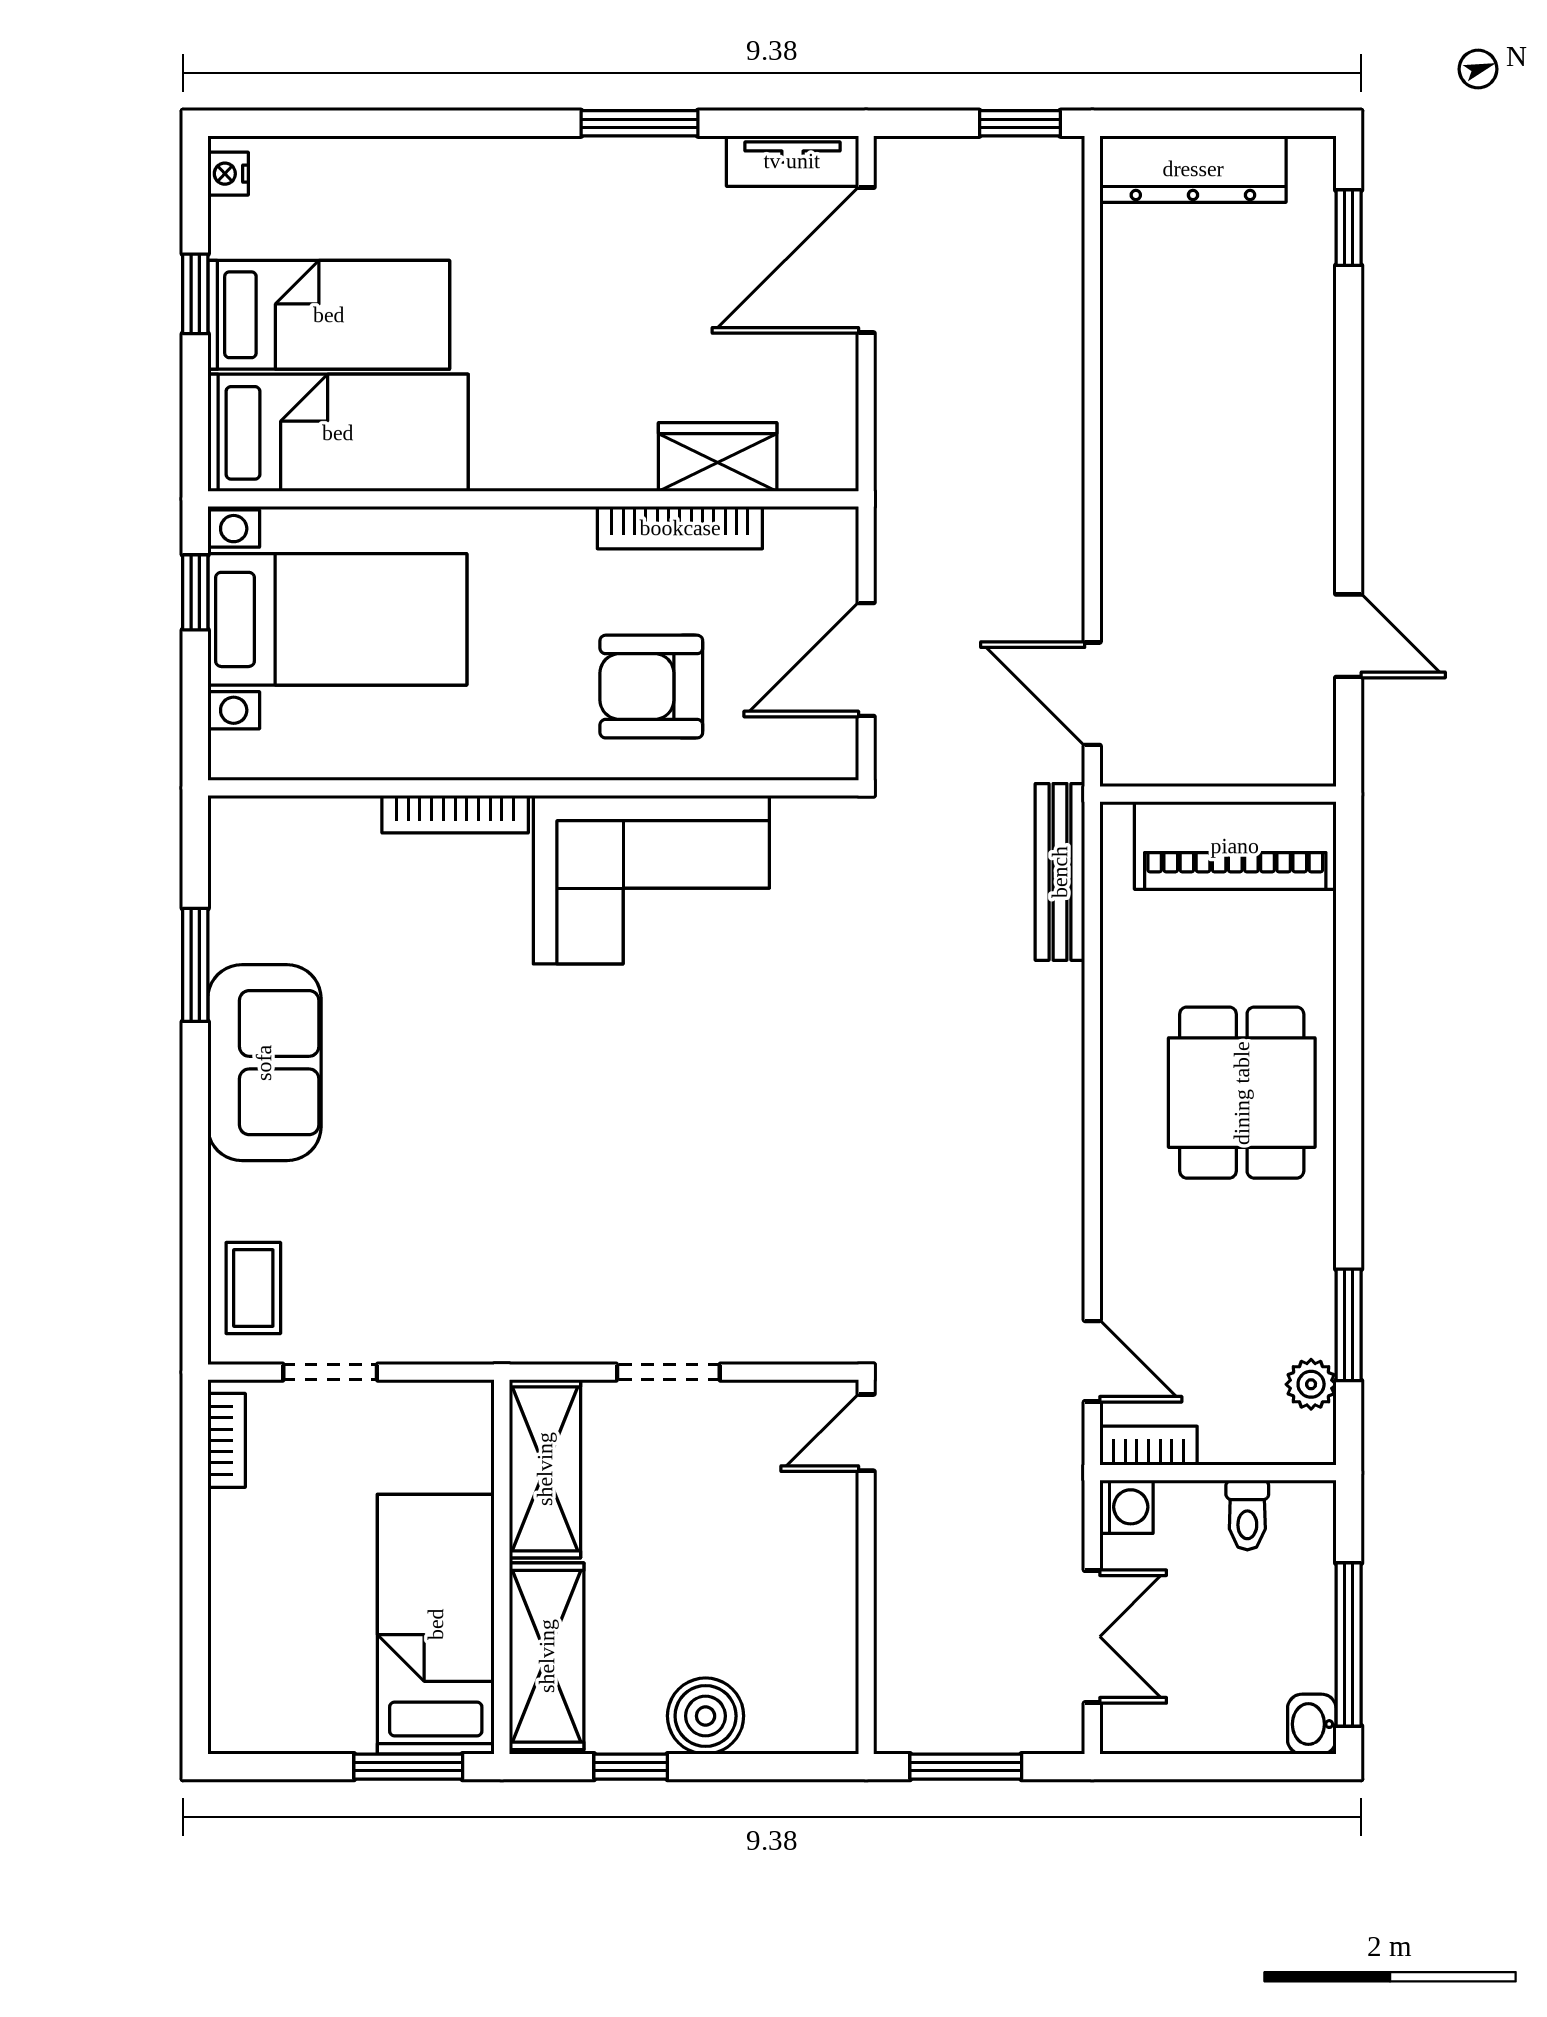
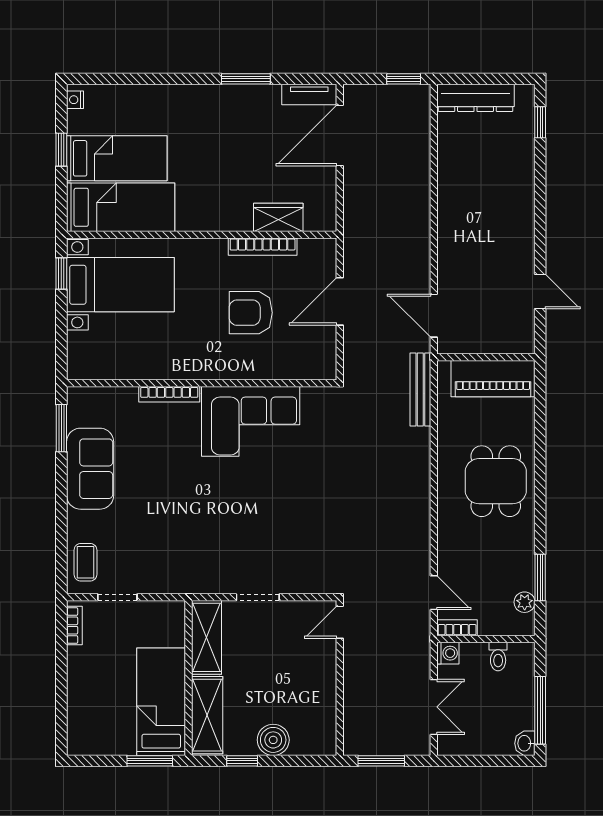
wall: (533, 788) -> (202, 383), moved
bookcase: (455, 814) -> (169, 394), moved
corner sofa: (651, 880) -> (251, 421), moved

